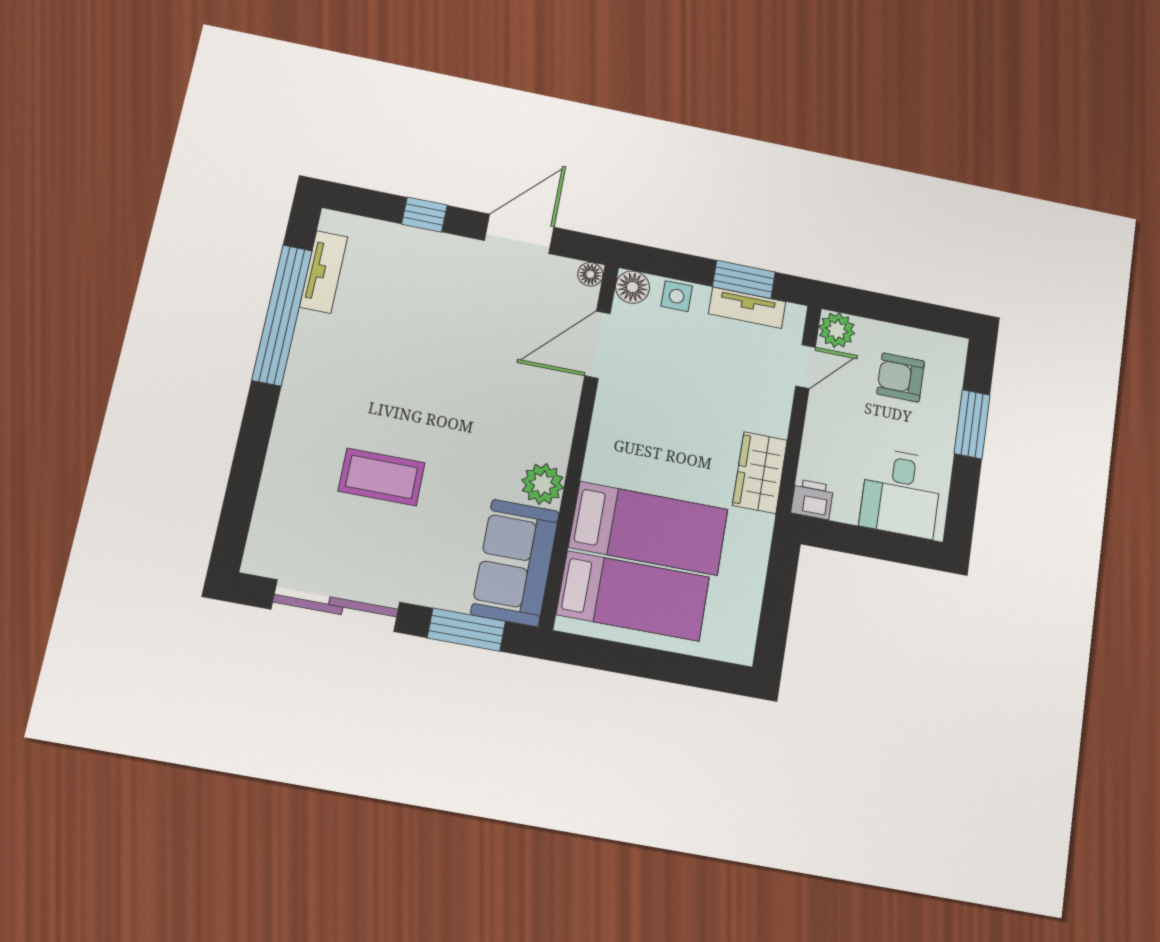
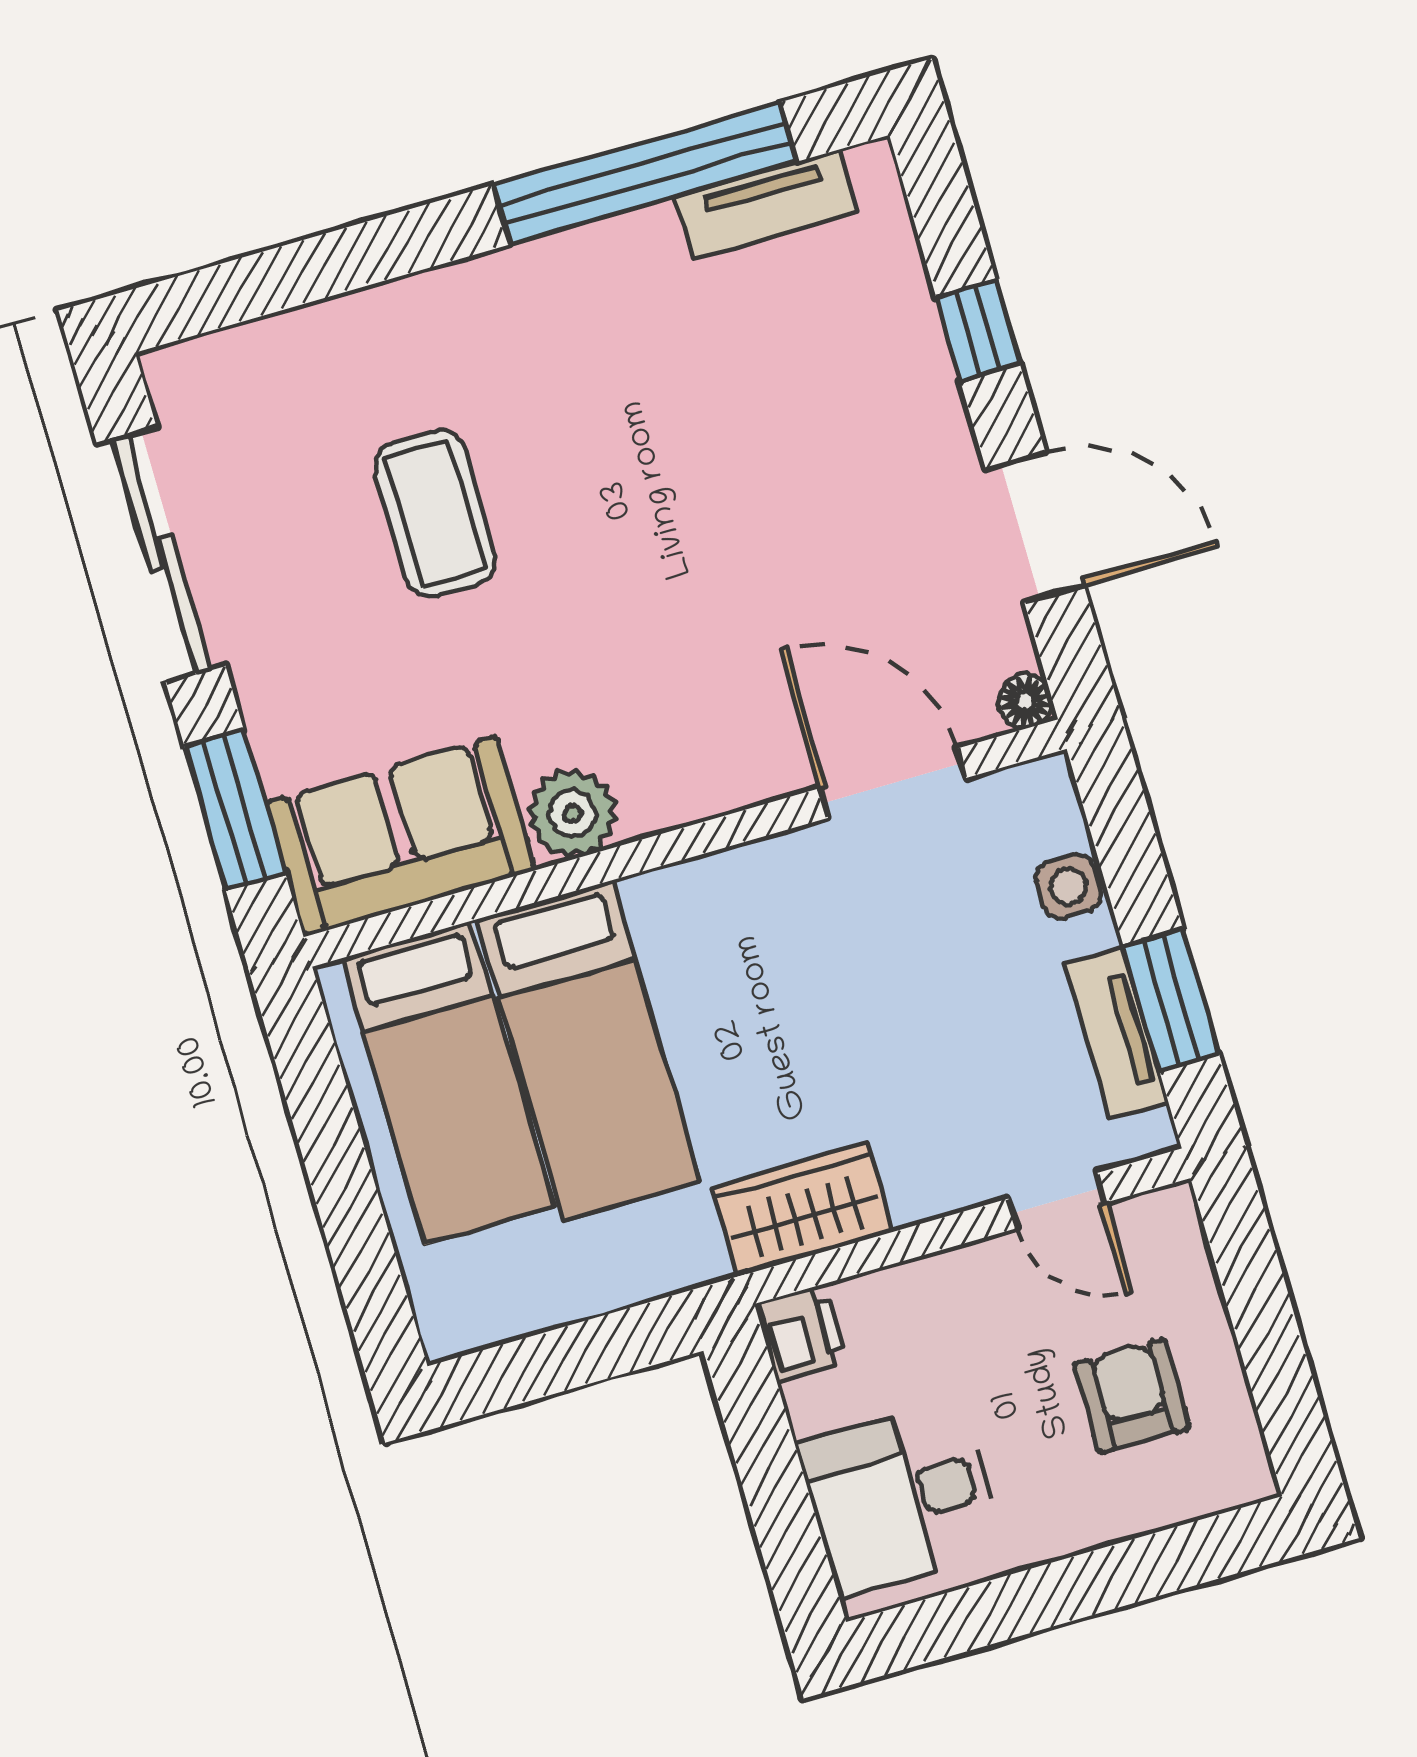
floor lamp: (633, 287) -> (1042, 794), removed
plant: (837, 330) -> (1163, 1228), removed
window: (972, 424) -> (1110, 1578), removed

